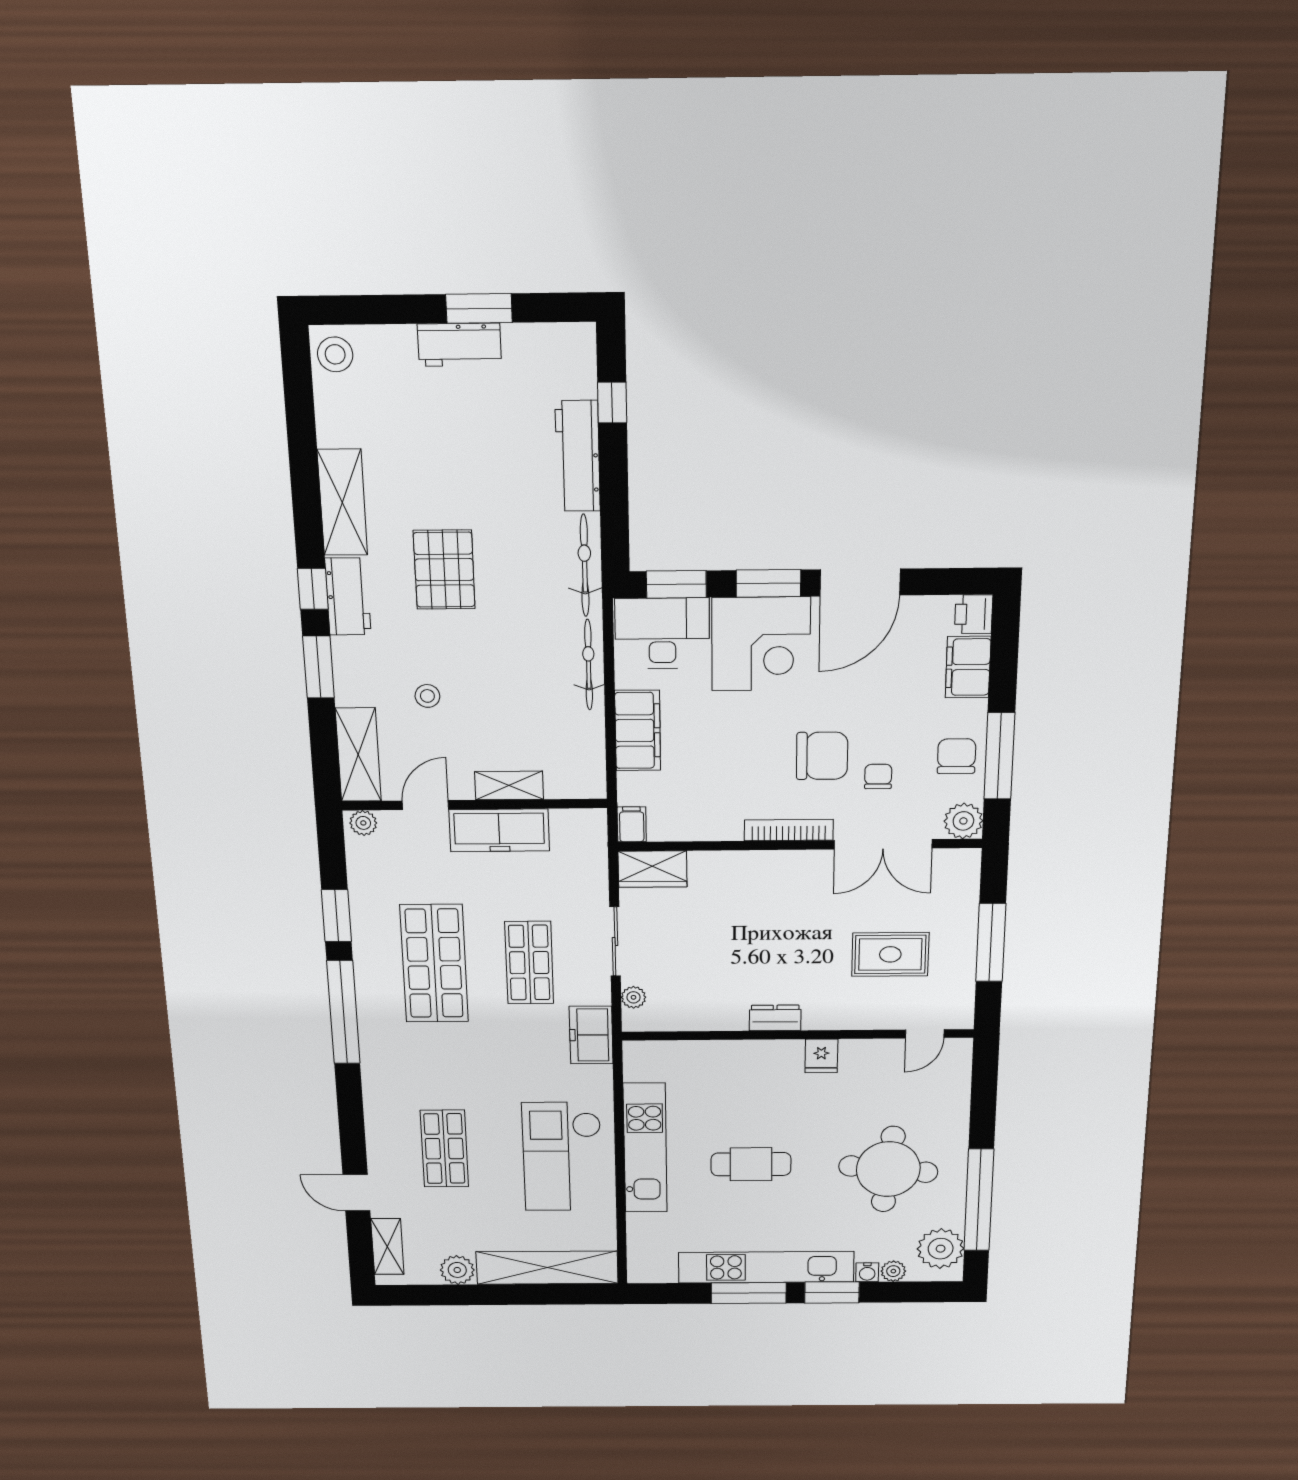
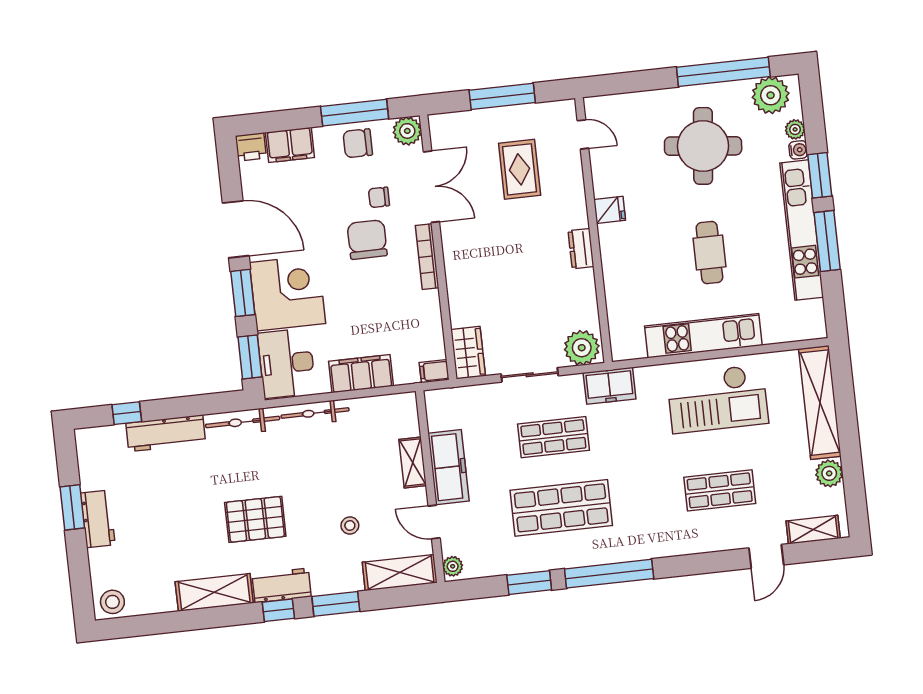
plant: (634, 997) -> (582, 348), width x1.87, depth x1.87

